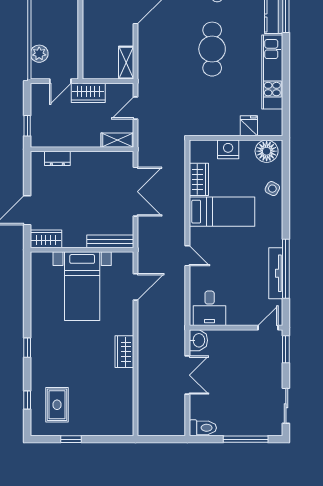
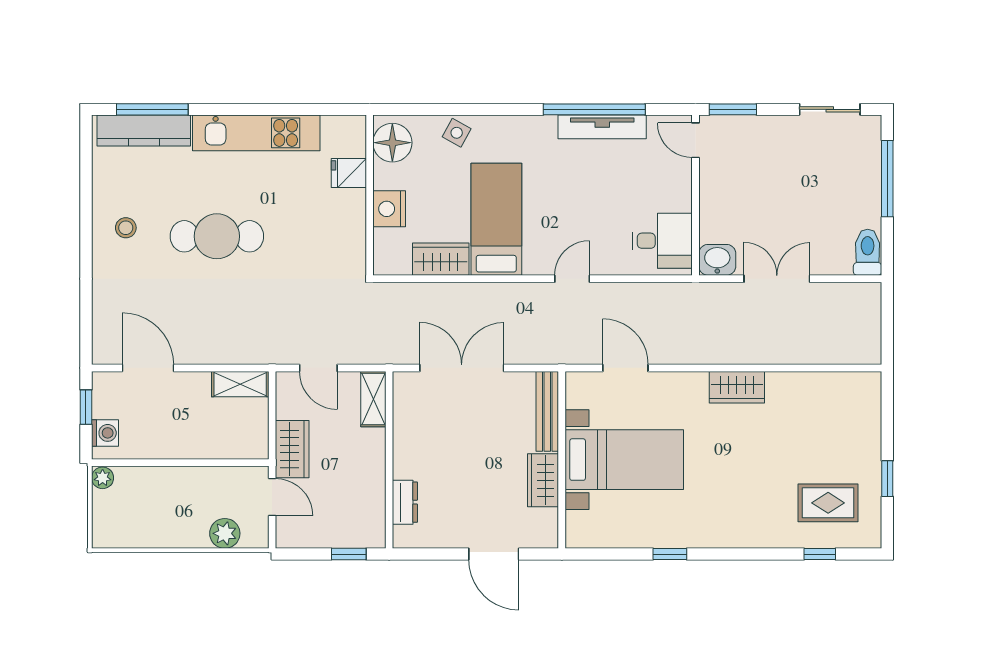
wardrobe: (46, 239) -> (543, 480), moved
window: (27, 348) -> (670, 554), moved

